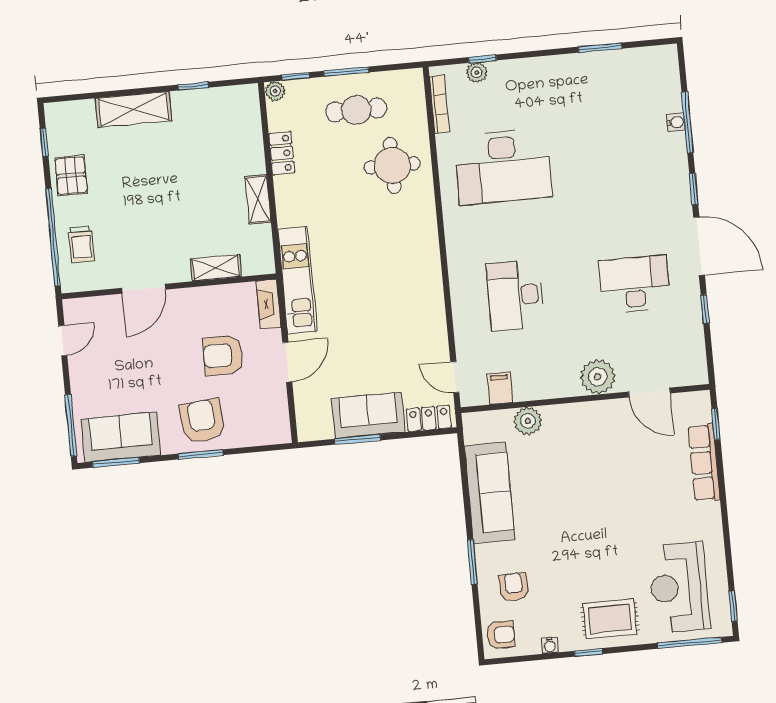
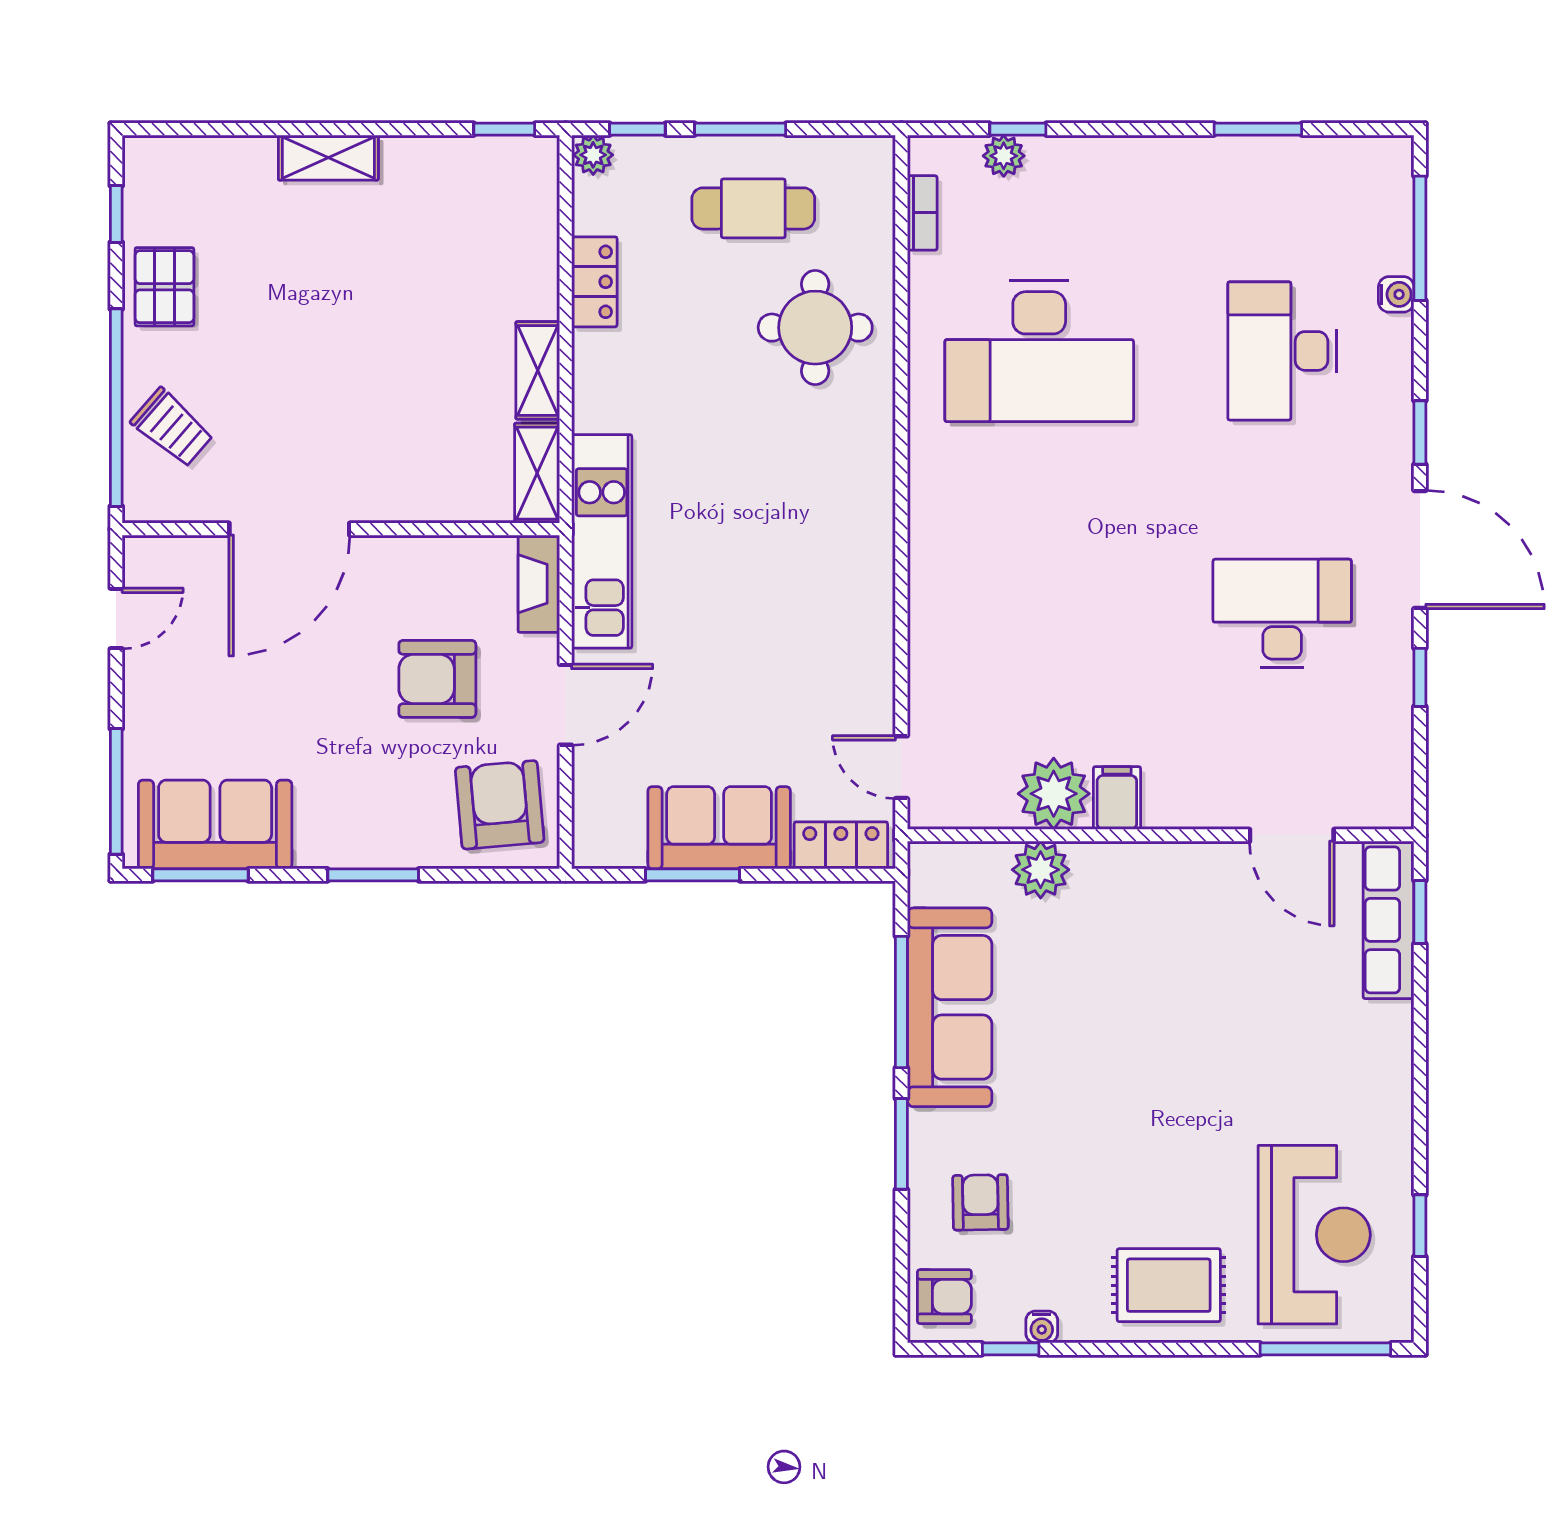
window: (193, 86) -> (504, 129), moved
bookcase: (439, 104) -> (922, 213), width x0.64
shelving: (134, 110) -> (328, 158), width x0.67, depth x0.75
window: (687, 122) -> (1420, 238), moved
trolley: (81, 244) -> (172, 428), turned -49
shelving: (216, 268) -> (537, 473), moved, turned 90
door: (144, 289) -> (289, 529), width x1.36
desk: (515, 295) -> (1282, 351), moved
plant: (598, 377) -> (1054, 794), moved
filing cabinet: (500, 388) -> (1117, 798), moved
armchair: (202, 421) -> (500, 805), moved
row of seats: (704, 462) -> (1389, 920), moved
window: (466, 492) -> (901, 1002), added
reception desk: (679, 587) -> (1314, 1235), turned 180
window: (733, 606) -> (1420, 1226), moved
window: (588, 652) -> (1011, 1349), moved

